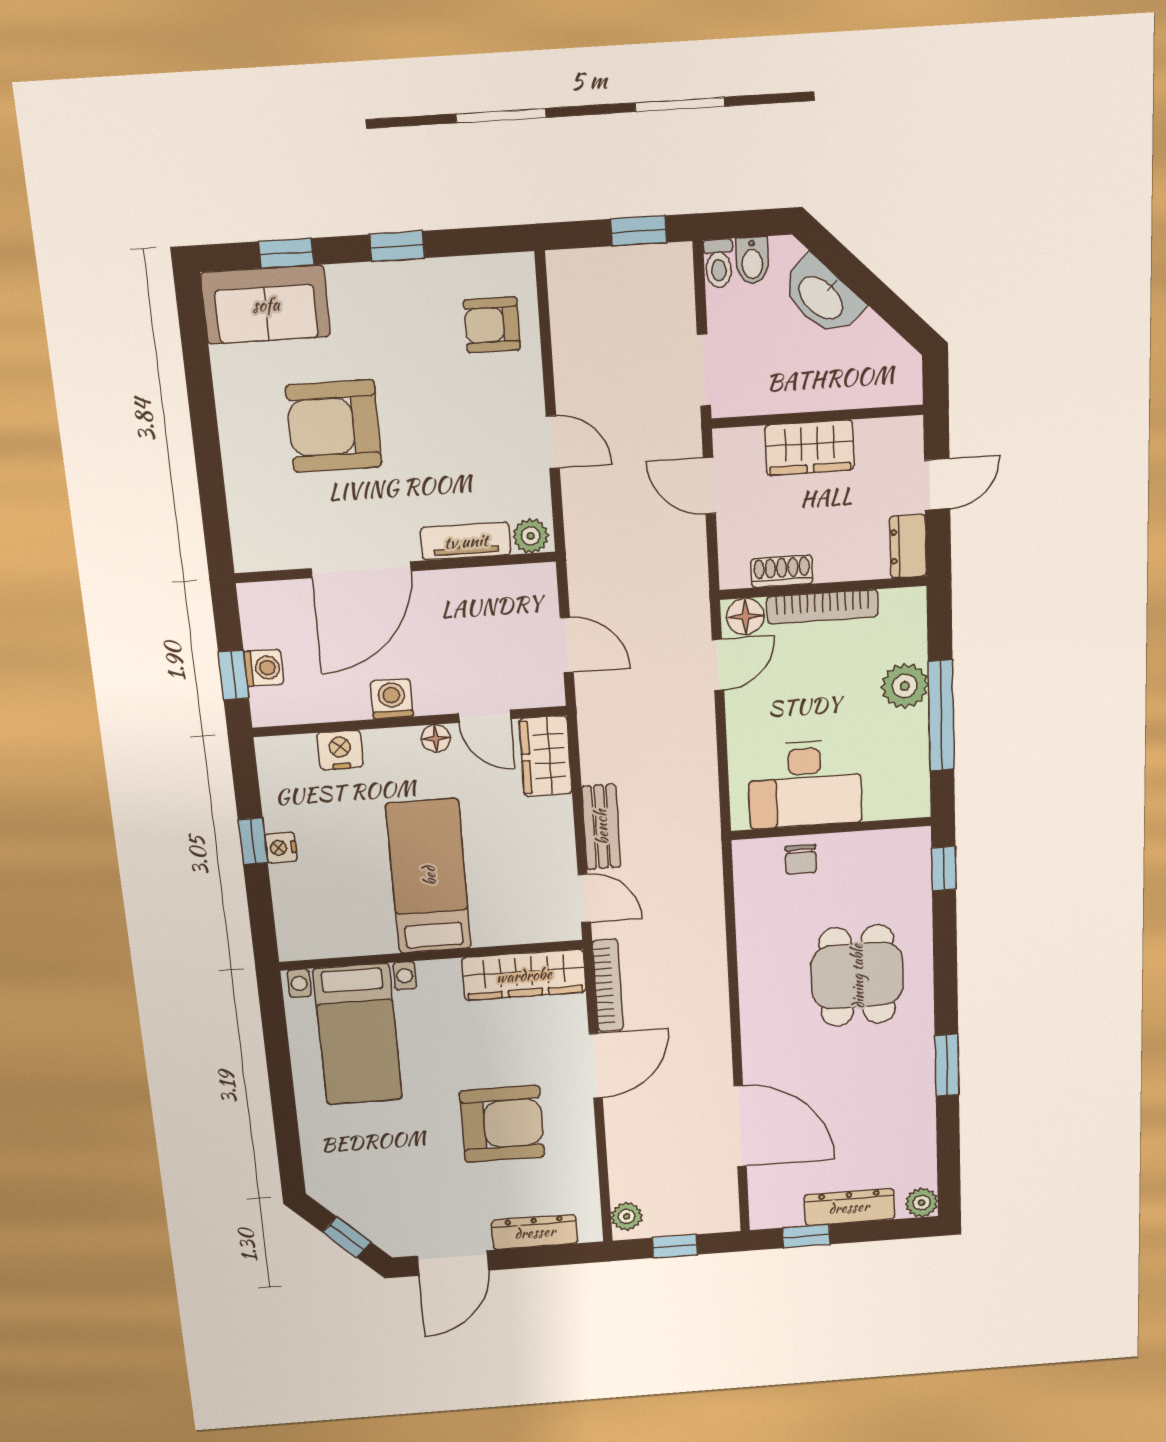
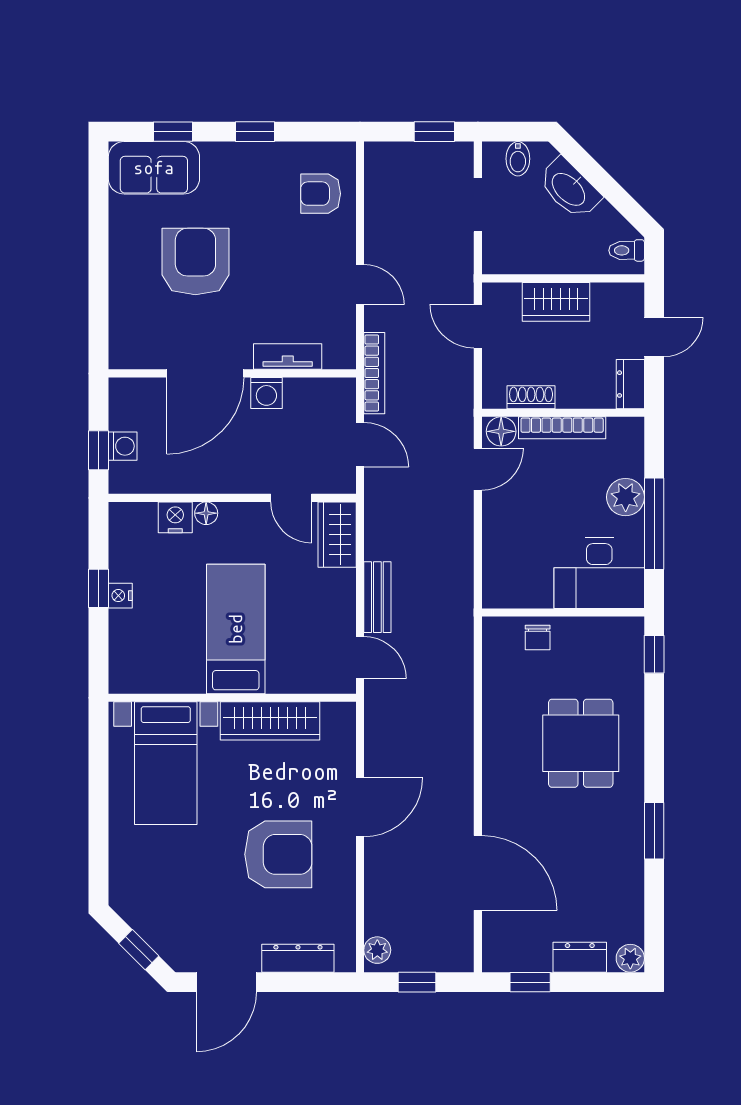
toilet: (719, 263) -> (627, 250), moved, turned 90
doorway: (704, 370) -> (478, 205), moved
armchair: (334, 426) -> (195, 261), turned 90
plant: (531, 536) -> (338, 356), removed
washing machine: (392, 699) -> (266, 393), moved, turned 180
floor lamp: (436, 738) -> (206, 513), moved
desk: (805, 784) -> (599, 573), moved
wardrobe: (524, 975) -> (270, 721), moved
bookcase: (608, 986) -> (374, 373), moved
dresser: (849, 1207) -> (580, 957), width x0.70

